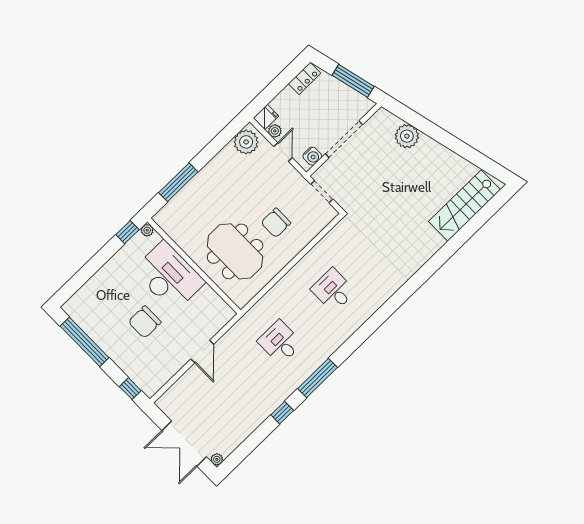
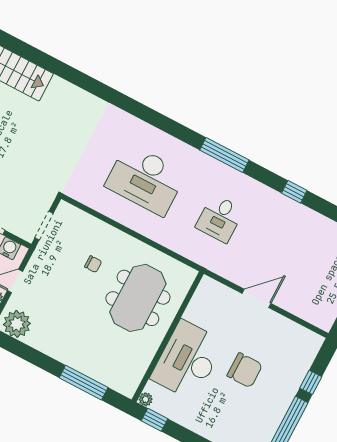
chair: (276, 223) -> (93, 264), width x0.54, depth x0.54
desk: (333, 290) -> (146, 179), width x1.87, depth x1.30
window: (317, 378) -> (224, 155), moved
window: (130, 389) -> (311, 382), moved

